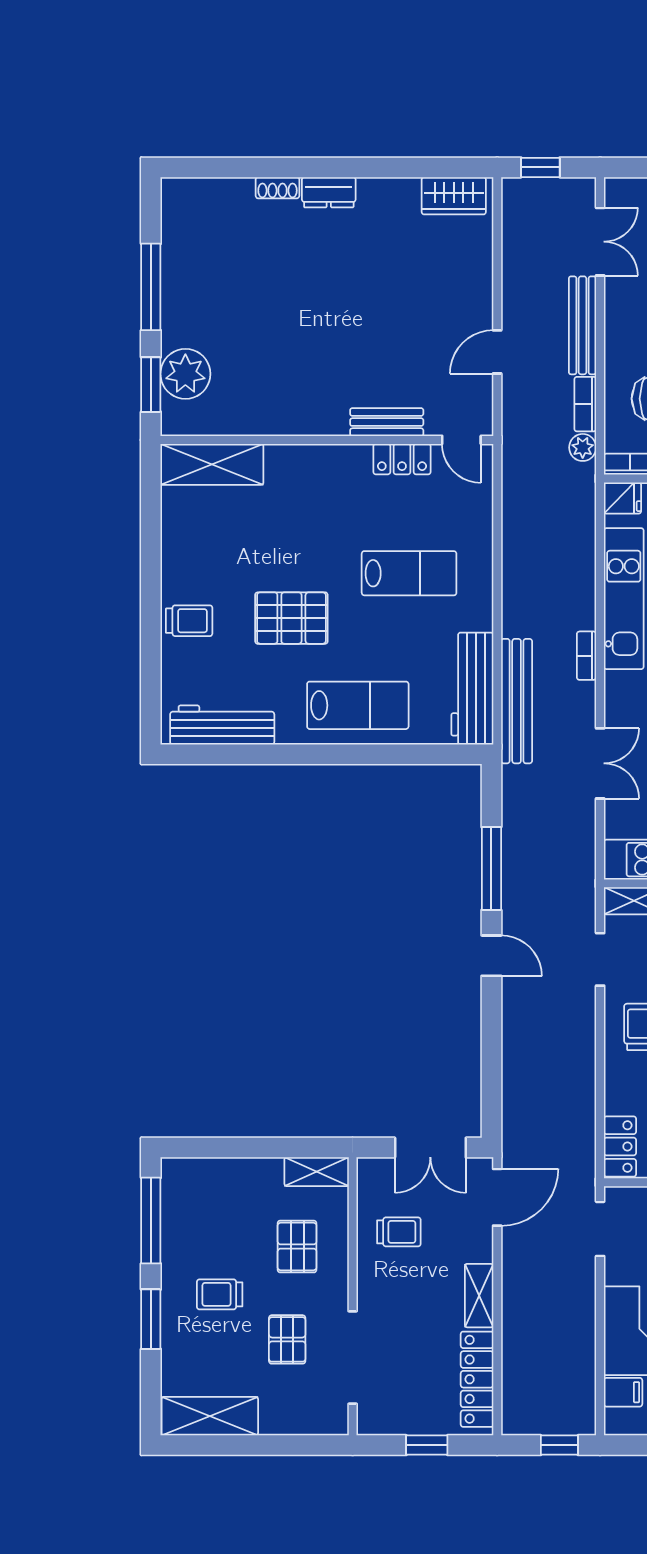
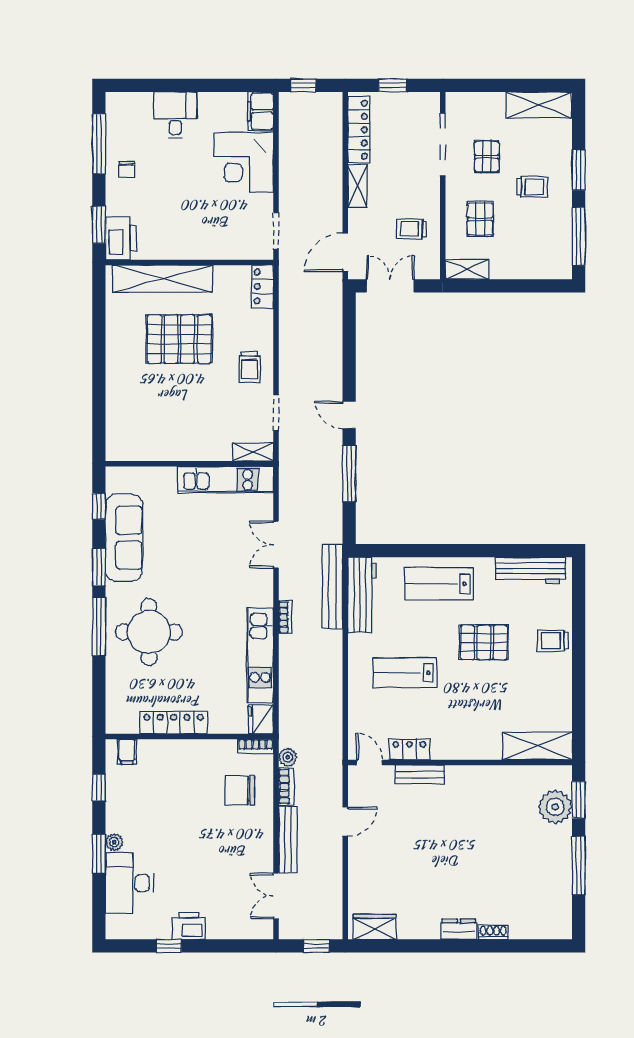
fridge: (623, 498) -> (261, 719), width x1.38
filing cabinet: (623, 1392) -> (260, 111), width x2.00

